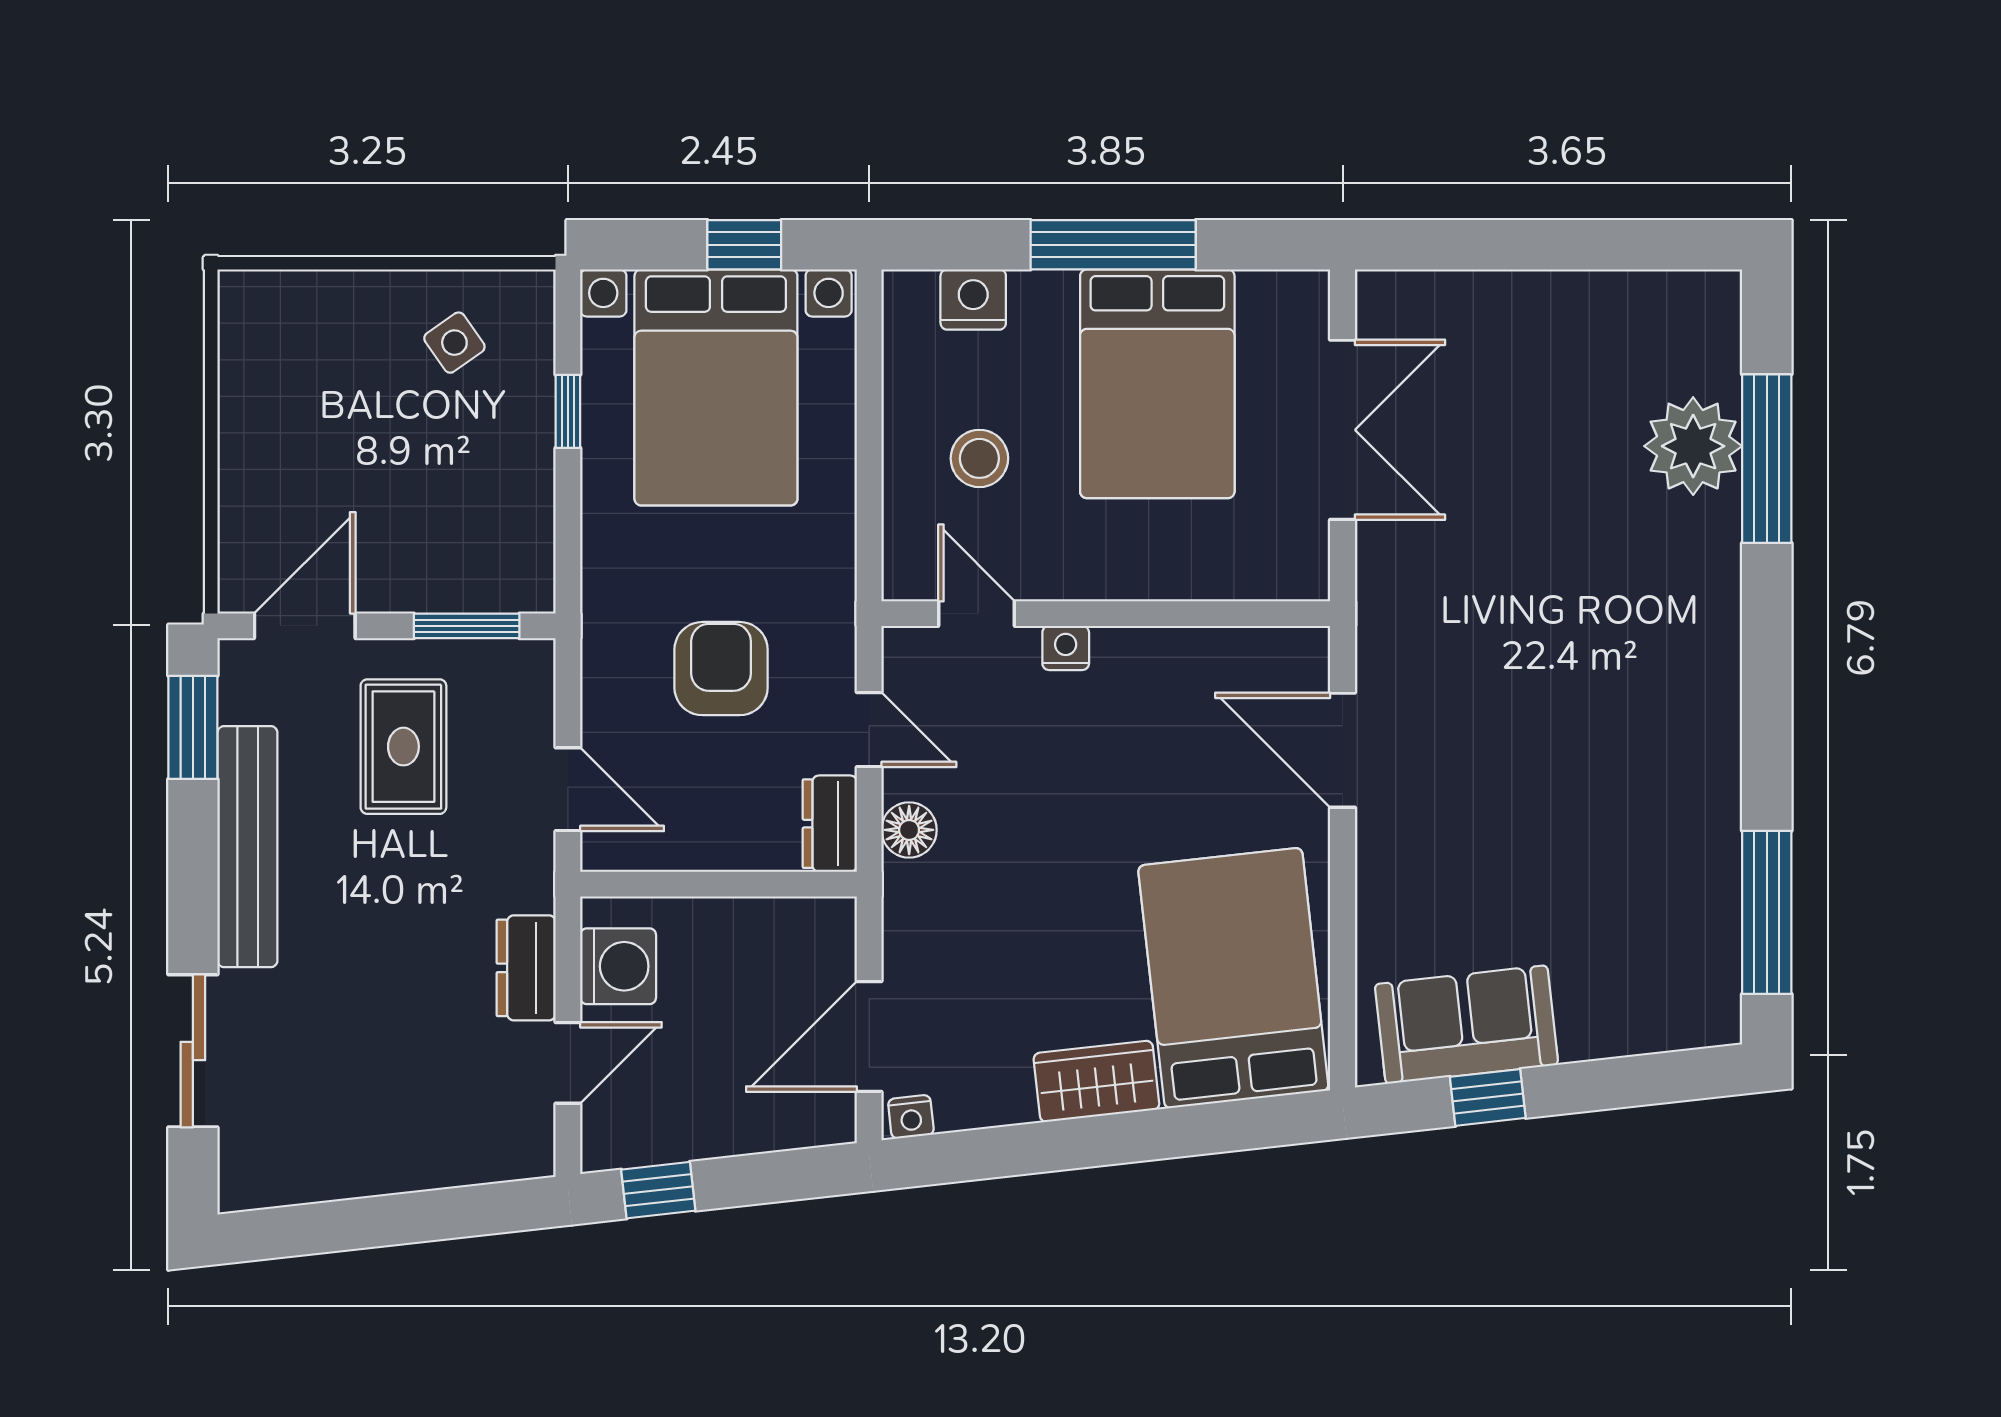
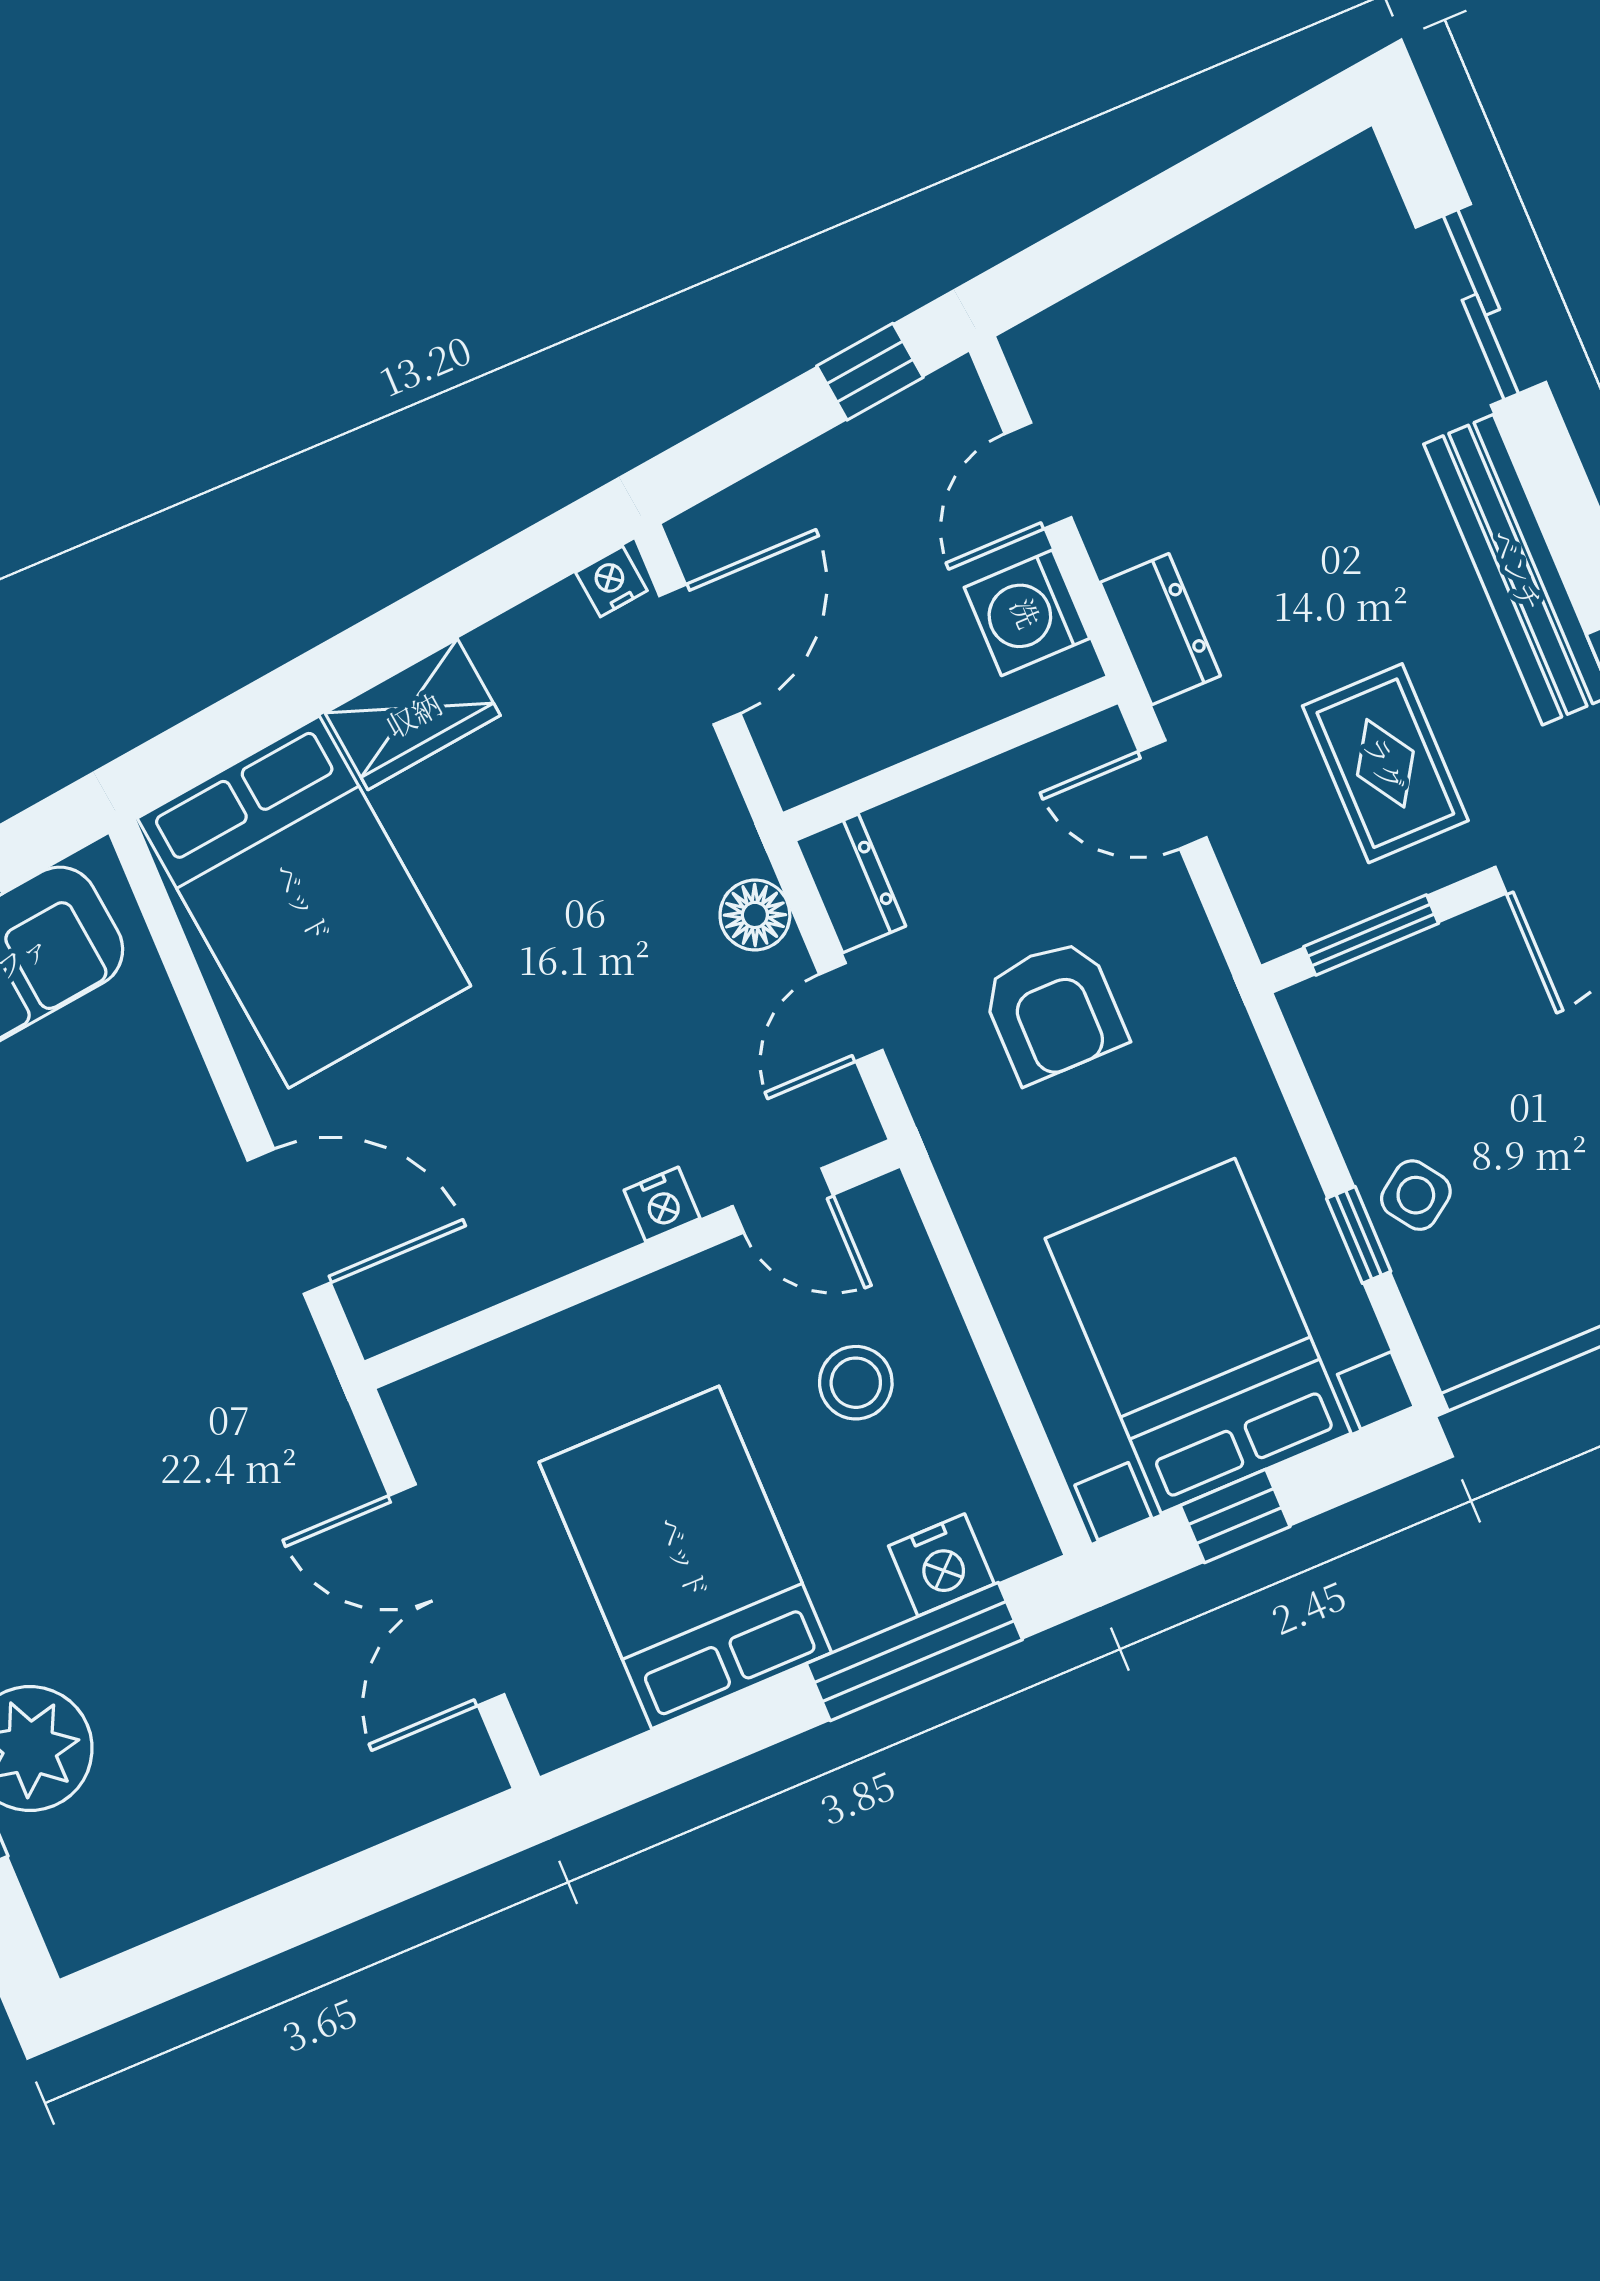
window: (1113, 245) -> (914, 1652), moved
side table: (454, 343) -> (1416, 1195), moved
door: (869, 730) -> (851, 1012), hinge flipped
dresser: (526, 968) -> (1160, 629), moved

